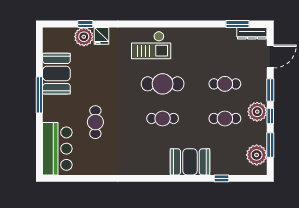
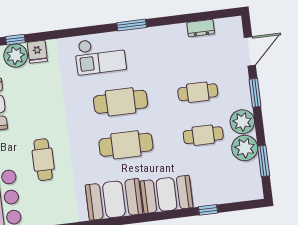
window: (238, 24) -> (132, 25), moved
dresser: (252, 33) -> (201, 28), moved, width x0.70
window: (270, 116) -> (259, 125), removed
cafe table: (163, 118) -> (126, 145), width x1.37, depth x1.35
plant: (257, 155) -> (245, 148), moved
booth: (148, 161) -> (114, 199), added

